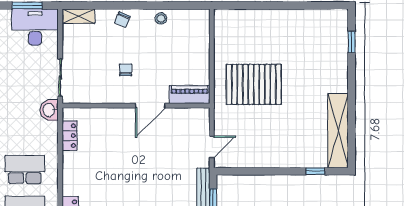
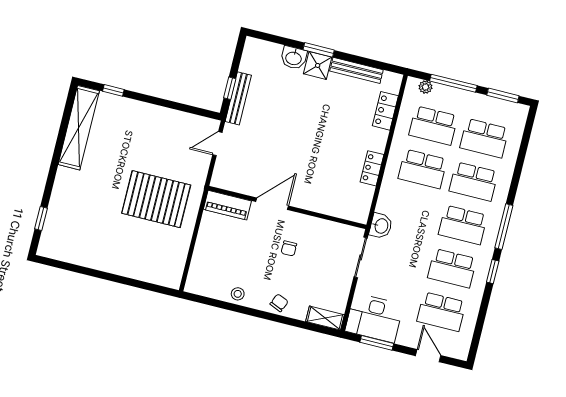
locker: (70, 136) -> (372, 168), moved

